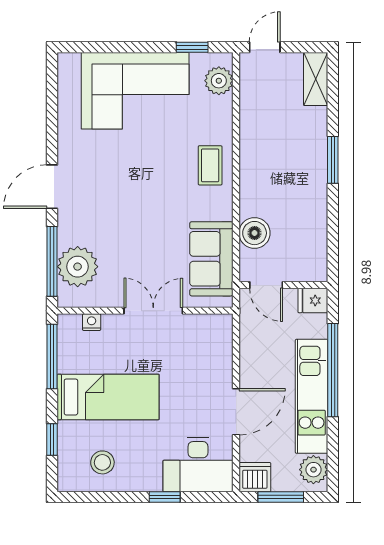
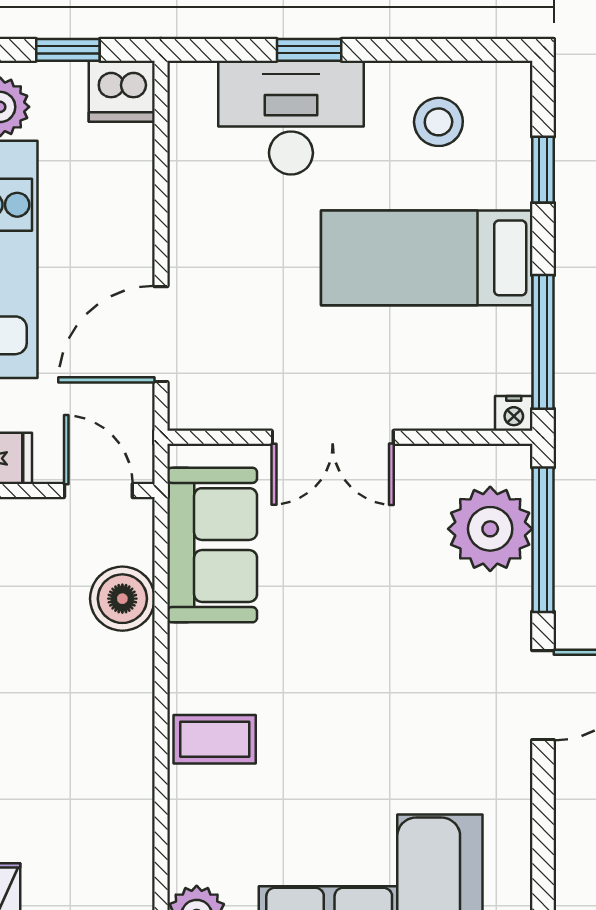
coffee table: (210, 165) -> (215, 739), turned 90
nightstand: (92, 322) -> (514, 413), moved
door: (236, 412) -> (161, 334), moved
desk: (198, 465) -> (291, 118), moved
window: (281, 497) -> (68, 50), width x0.67

